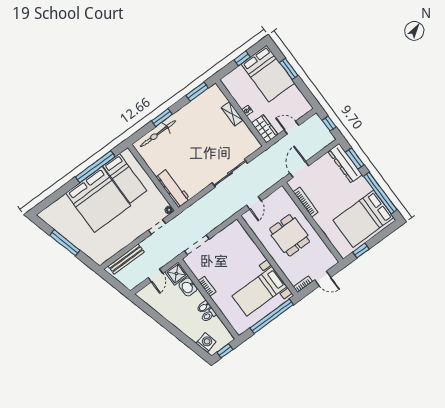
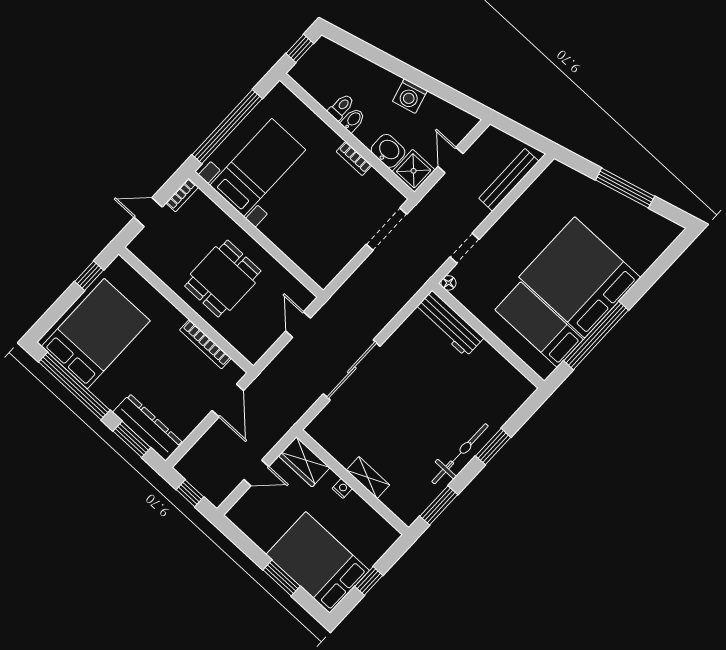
bicycle: (158, 134) -> (460, 454), moved
dining table: (290, 235) -> (223, 279), turned 90
washing machine: (206, 343) -> (410, 96), moved

